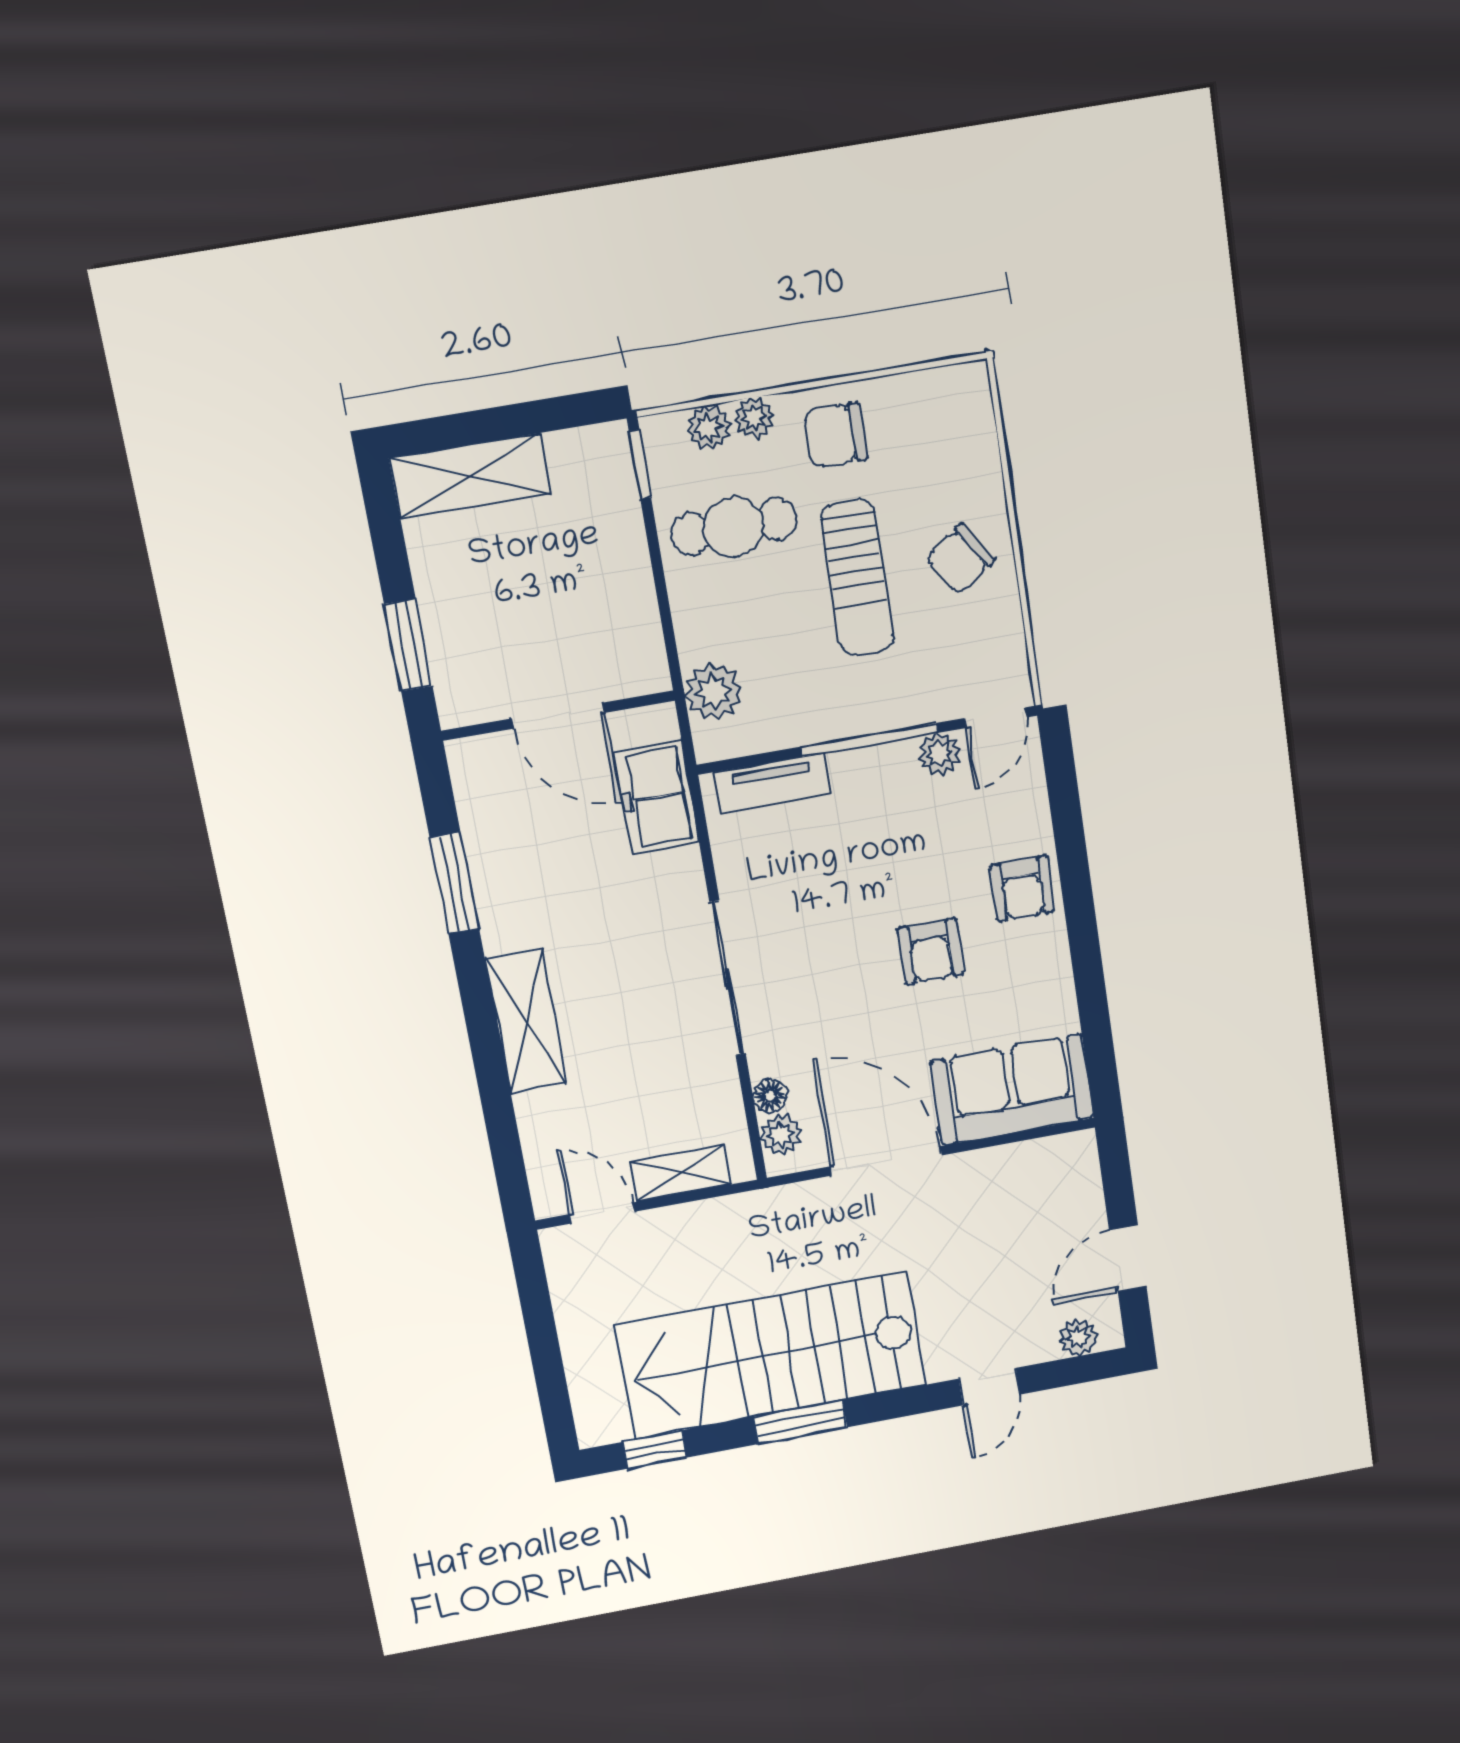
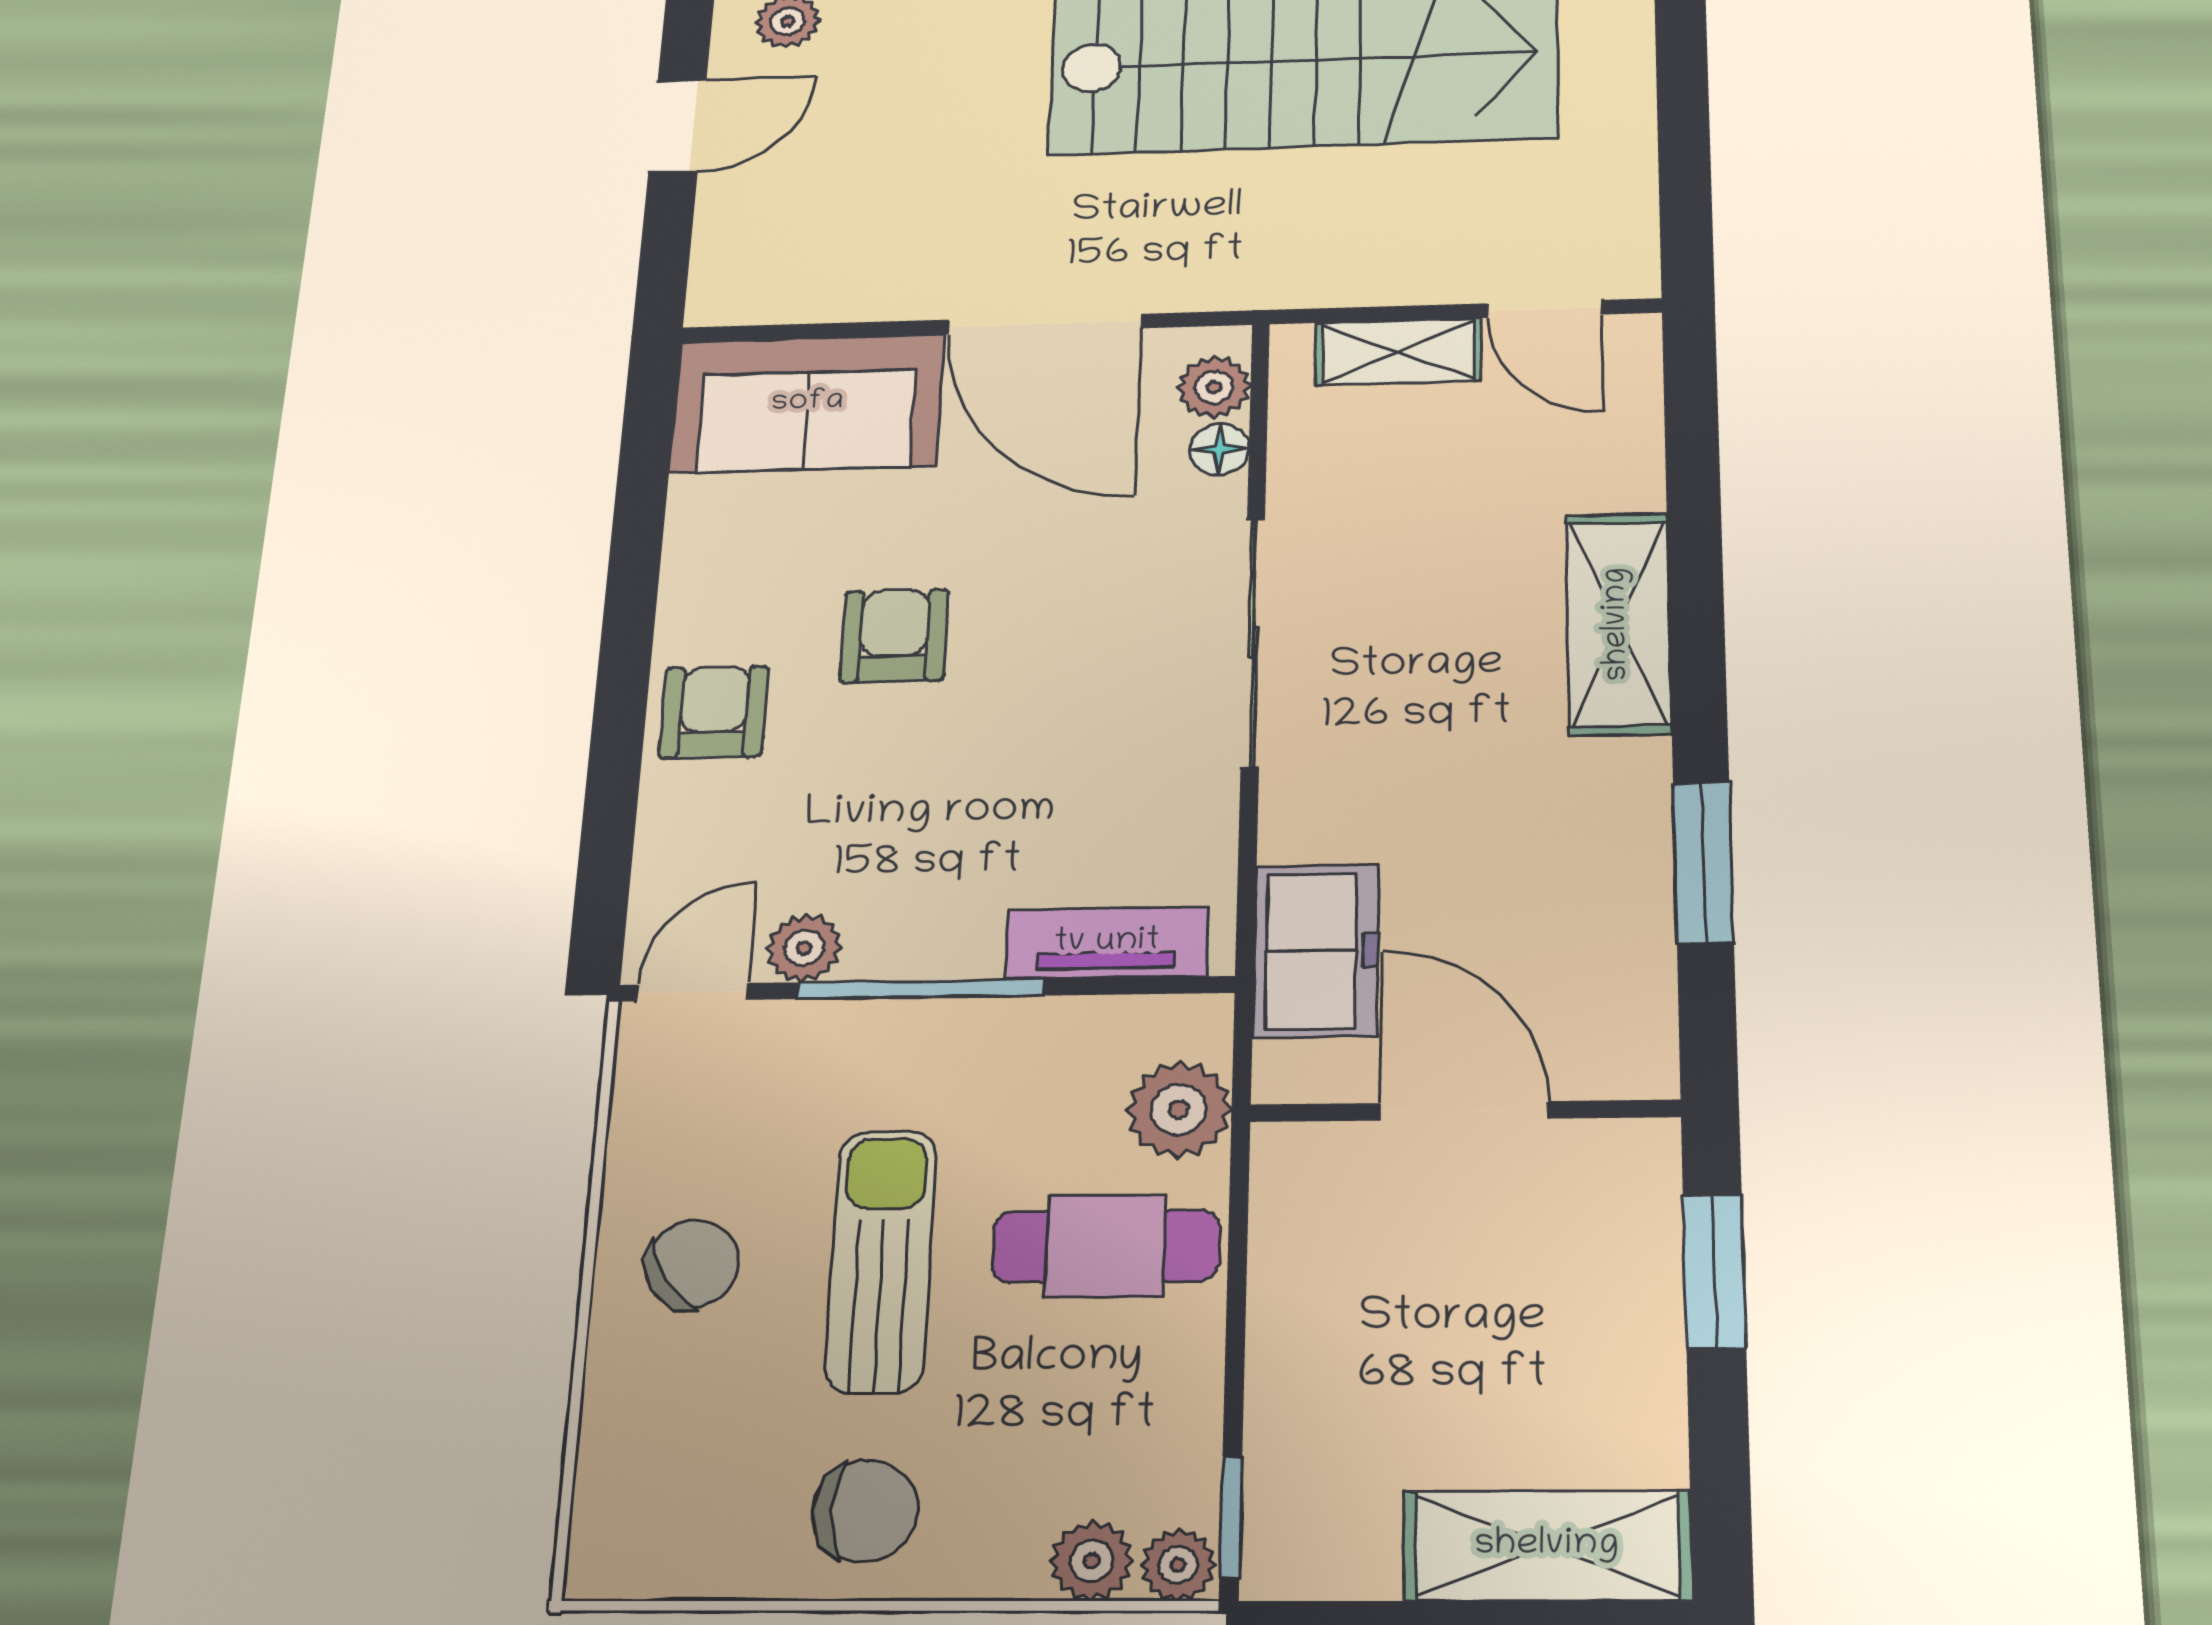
plant: (754, 418) -> (1178, 1565), moved
cafe table: (734, 527) -> (1105, 1246), moved

